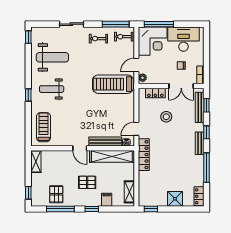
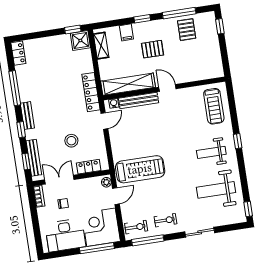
weight bench: (52, 89) -> (211, 152), turned 180
shelving: (36, 161) -> (217, 64), removed
shower: (175, 199) -> (80, 41), moved

